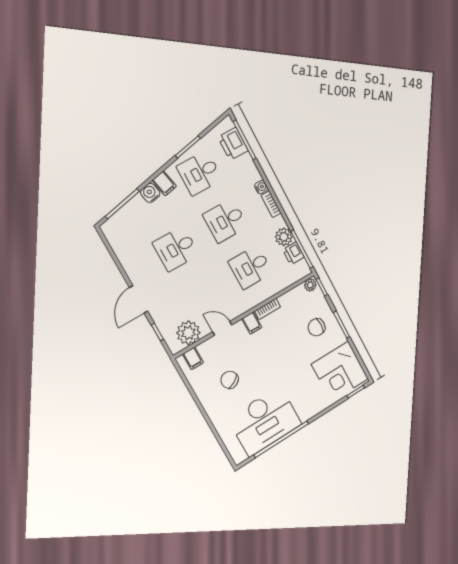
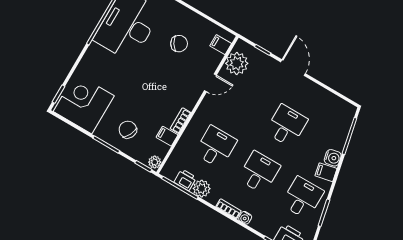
filing cabinet: (252, 323) -> (167, 136), moved
chair: (317, 327) -> (128, 130), turned -63

